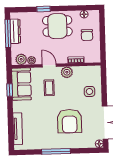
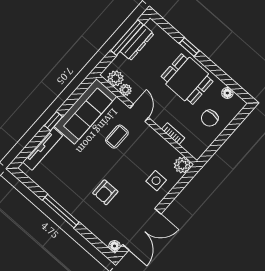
plant: (67, 72) -> (182, 165), moved
sofa: (21, 84) -> (85, 111), width x1.36
window: (10, 90) -> (54, 121), moved
armchair: (70, 121) -> (105, 192), width x0.53, depth x0.53

